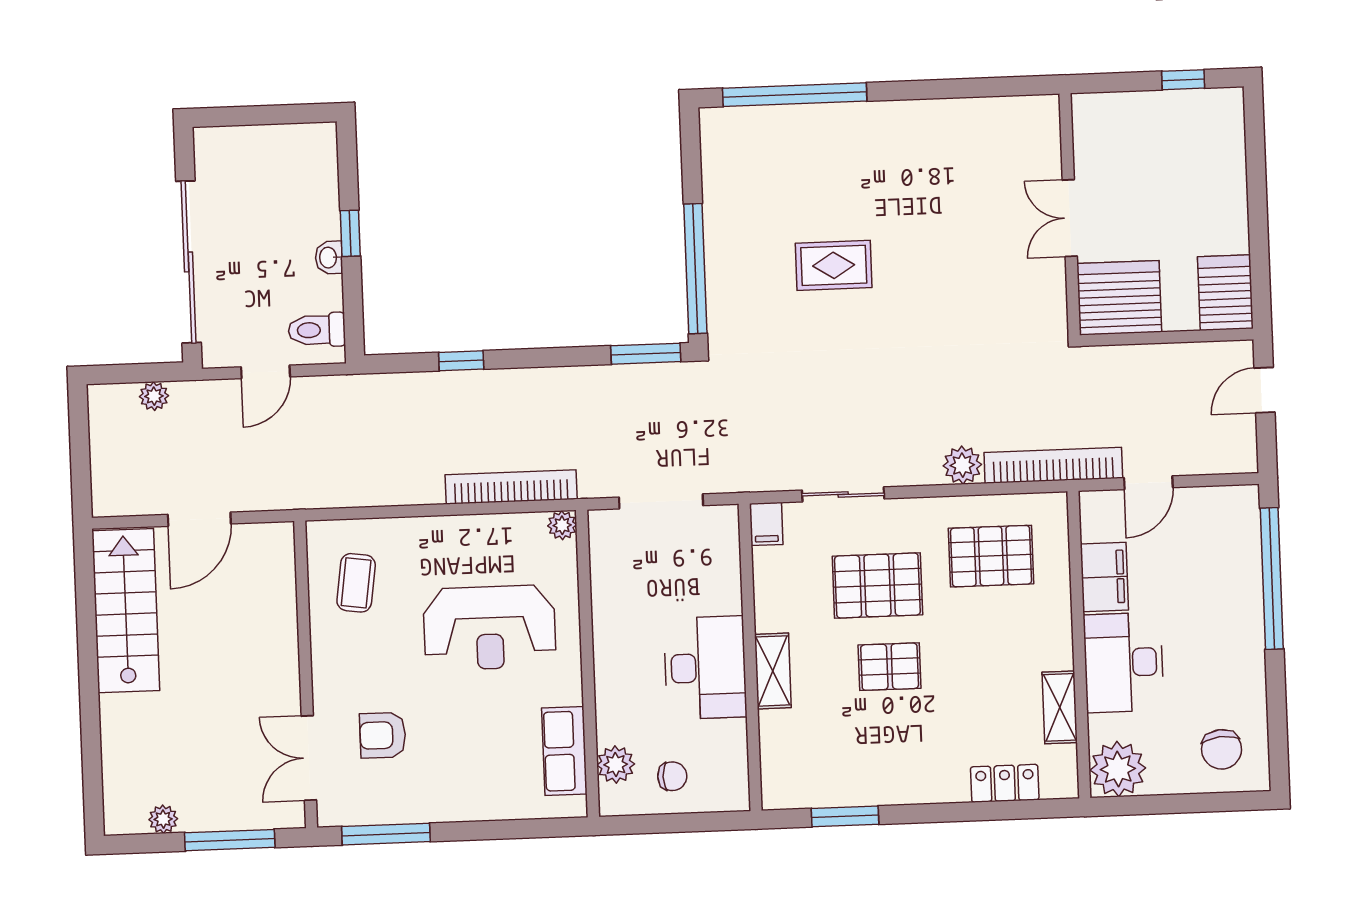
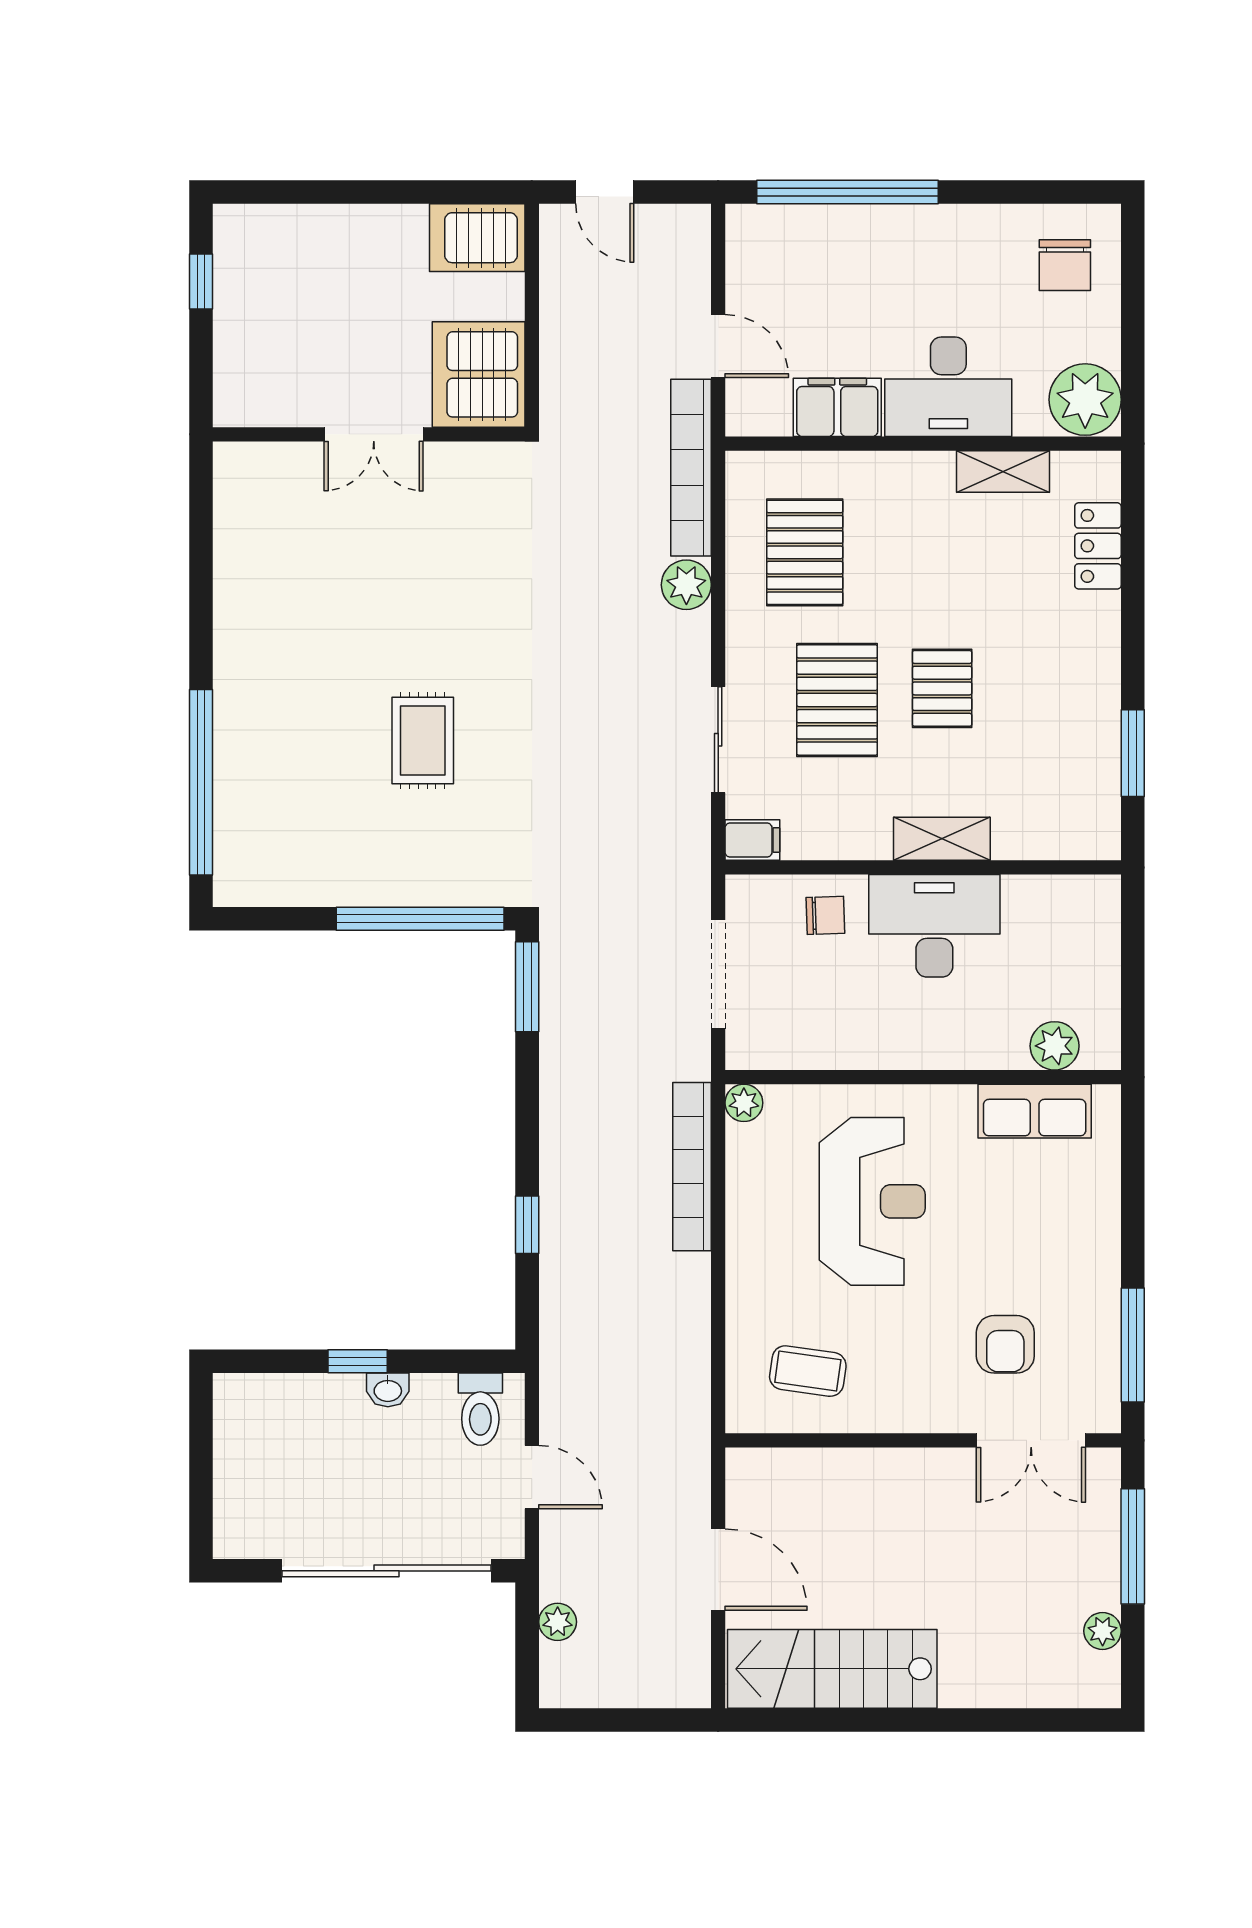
chair: (1222, 749) -> (1065, 265), turned 95
chair: (672, 776) -> (825, 915), moved, turned 88

